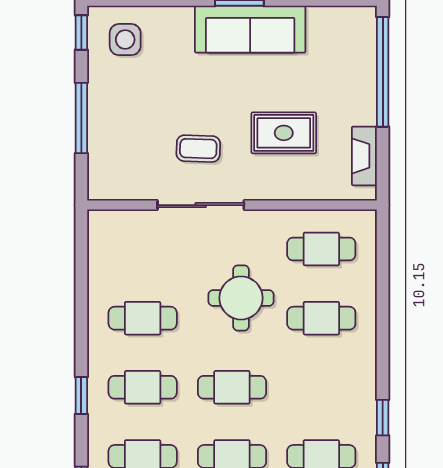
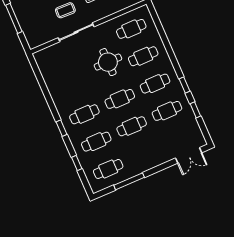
cafe table: (143, 318) -> (155, 84), moved

